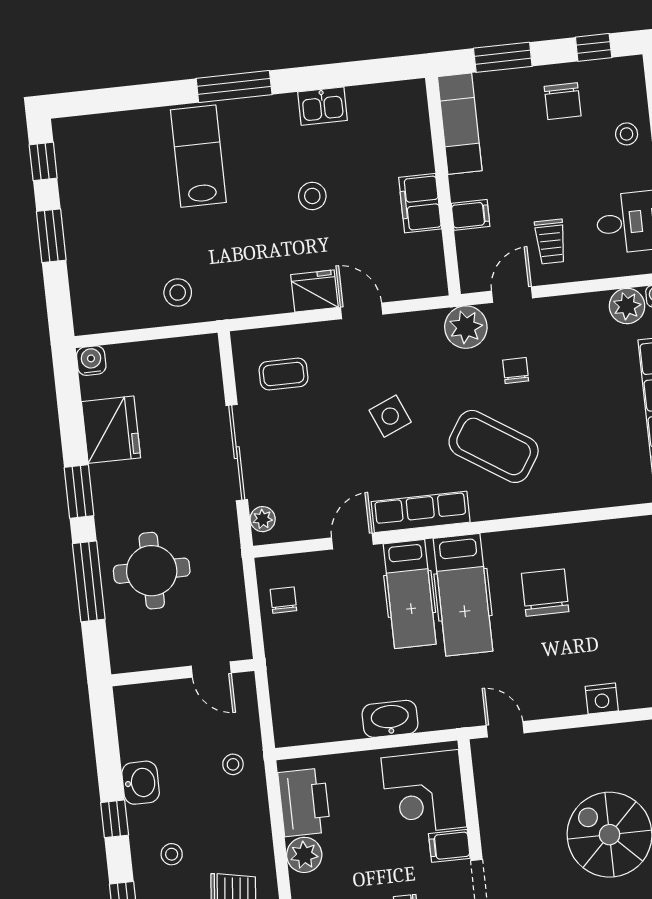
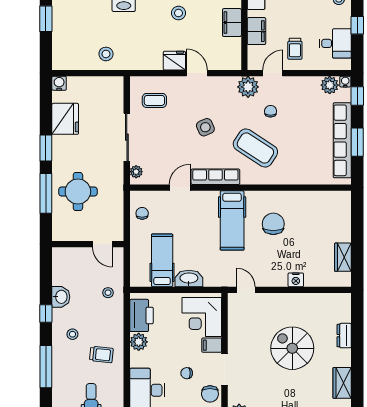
filing cabinet: (470, 215) -> (256, 31), width x2.00
hospital bed: (410, 594) -> (162, 260), moved, turned 180

